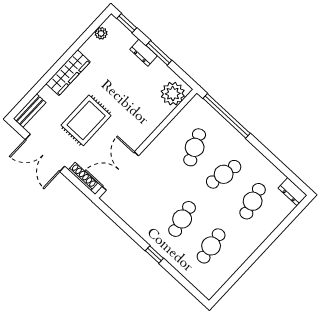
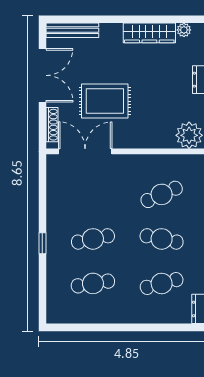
wardrobe: (68, 73) -> (149, 33), moved
bench: (30, 111) -> (72, 30), width x1.36
rug: (86, 120) -> (105, 101), moved
double door: (45, 153) -> (42, 75), swing flipped

